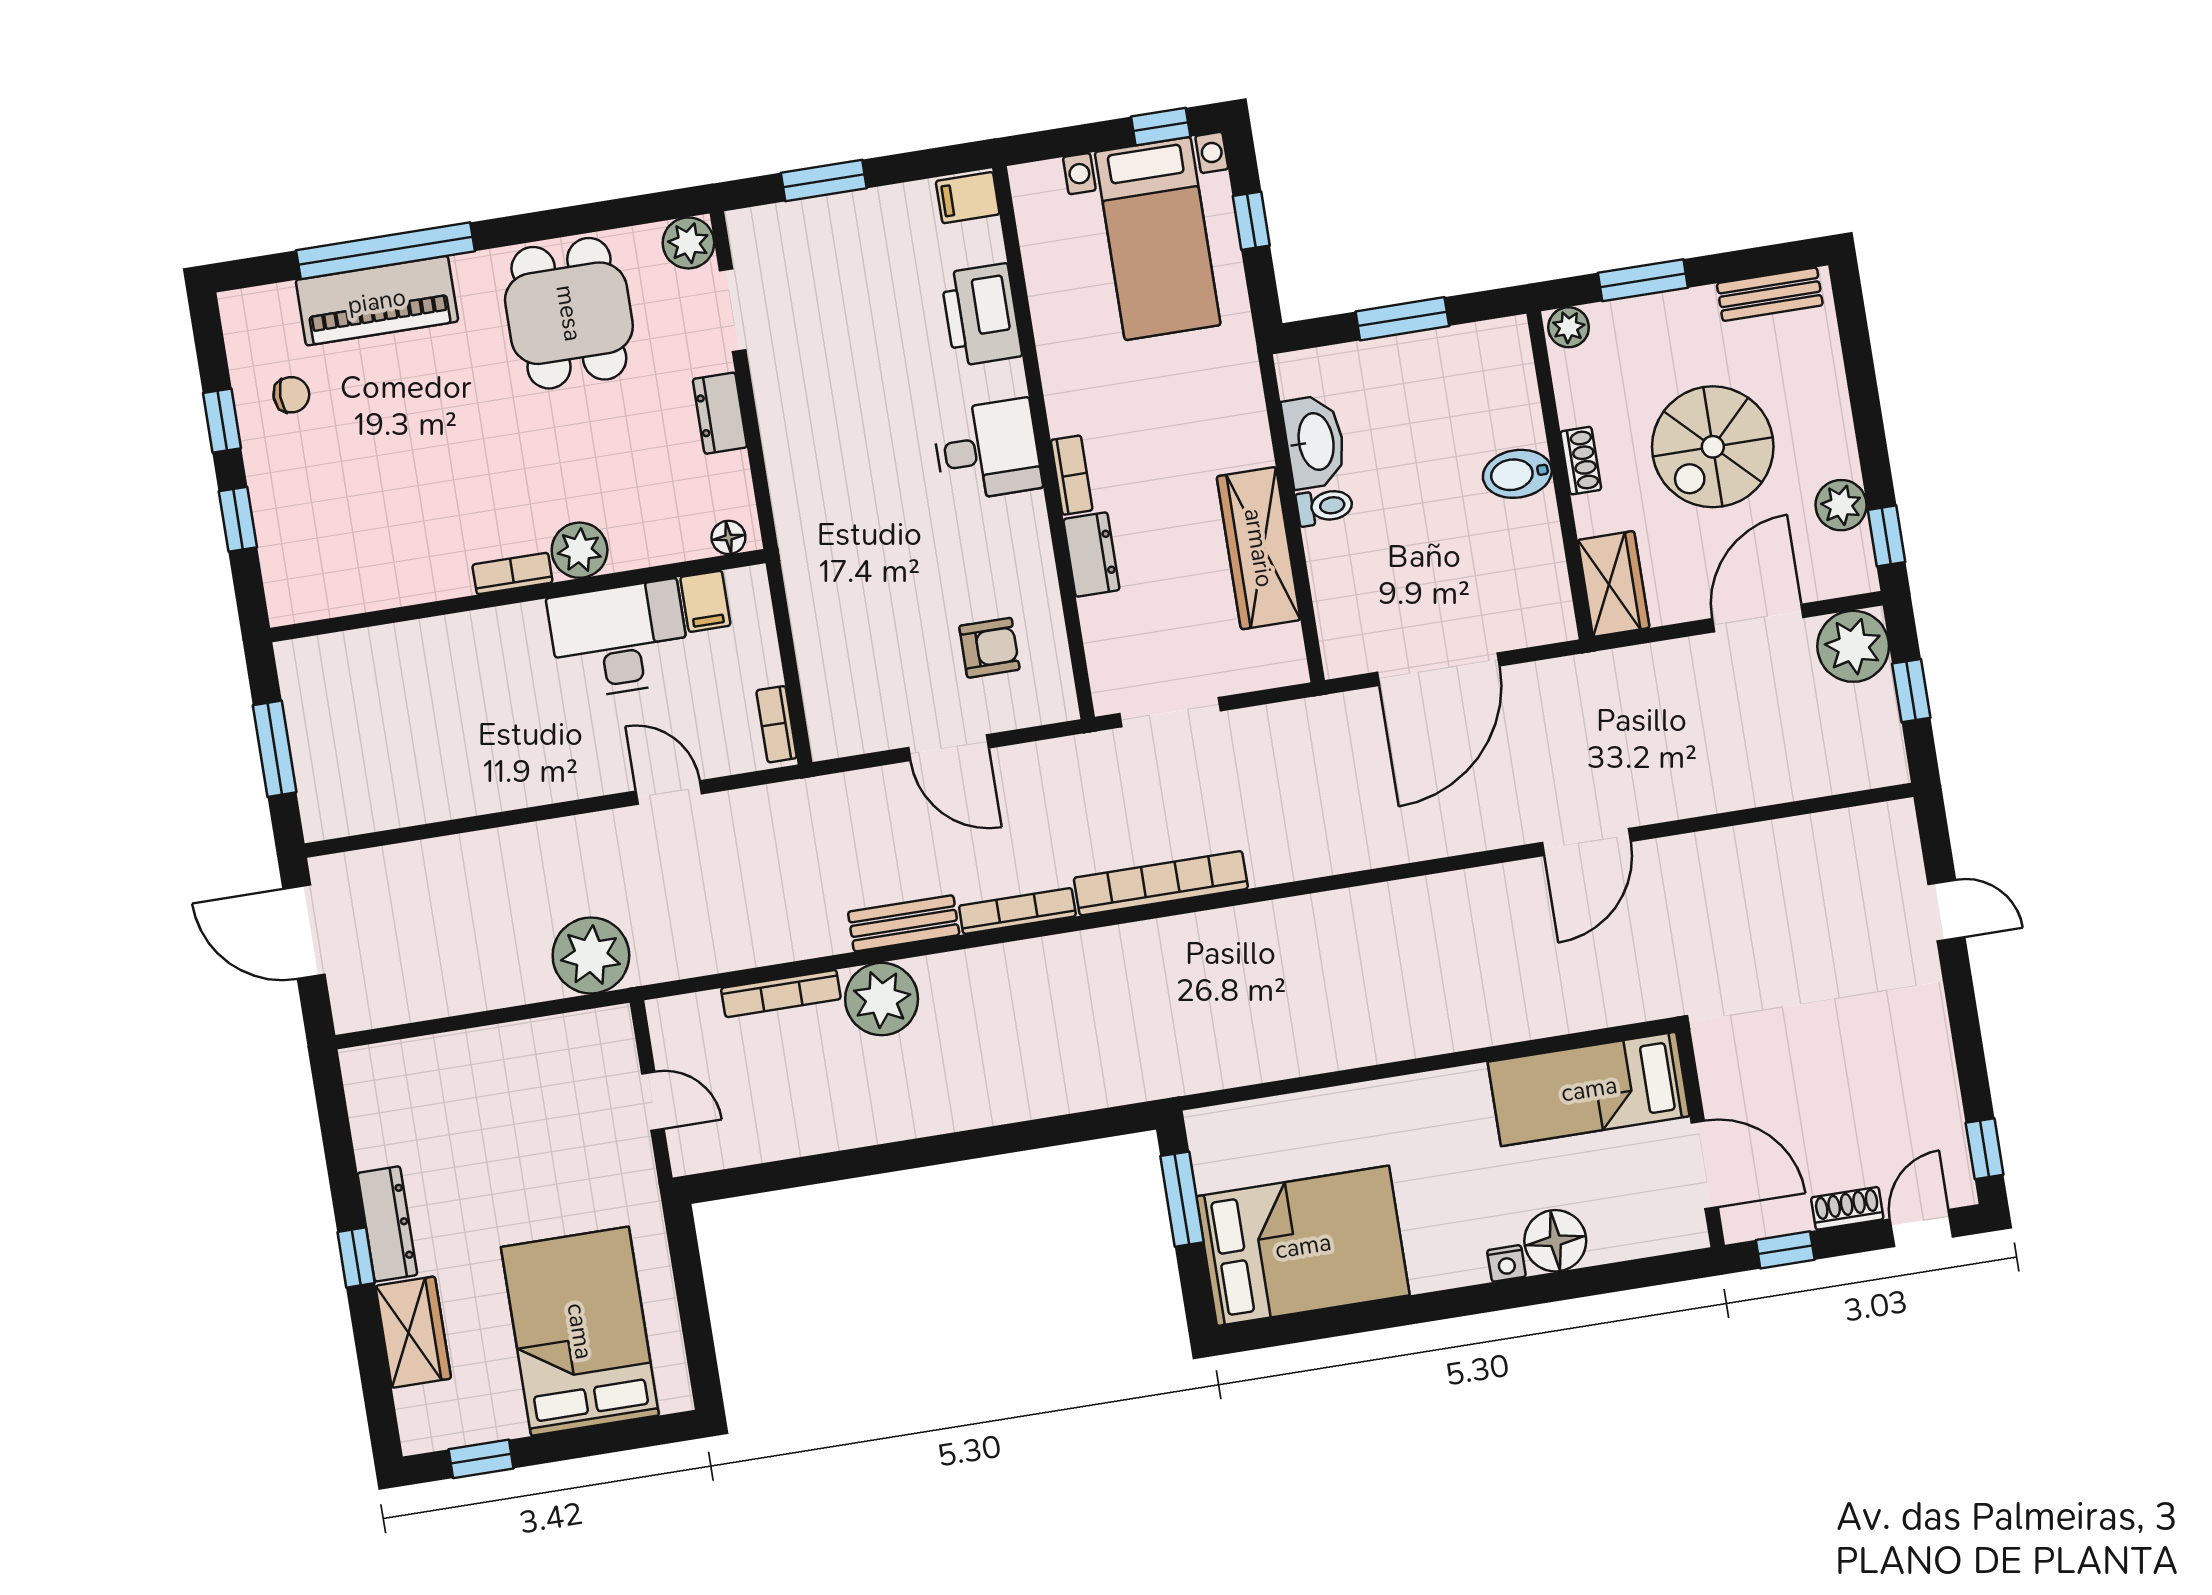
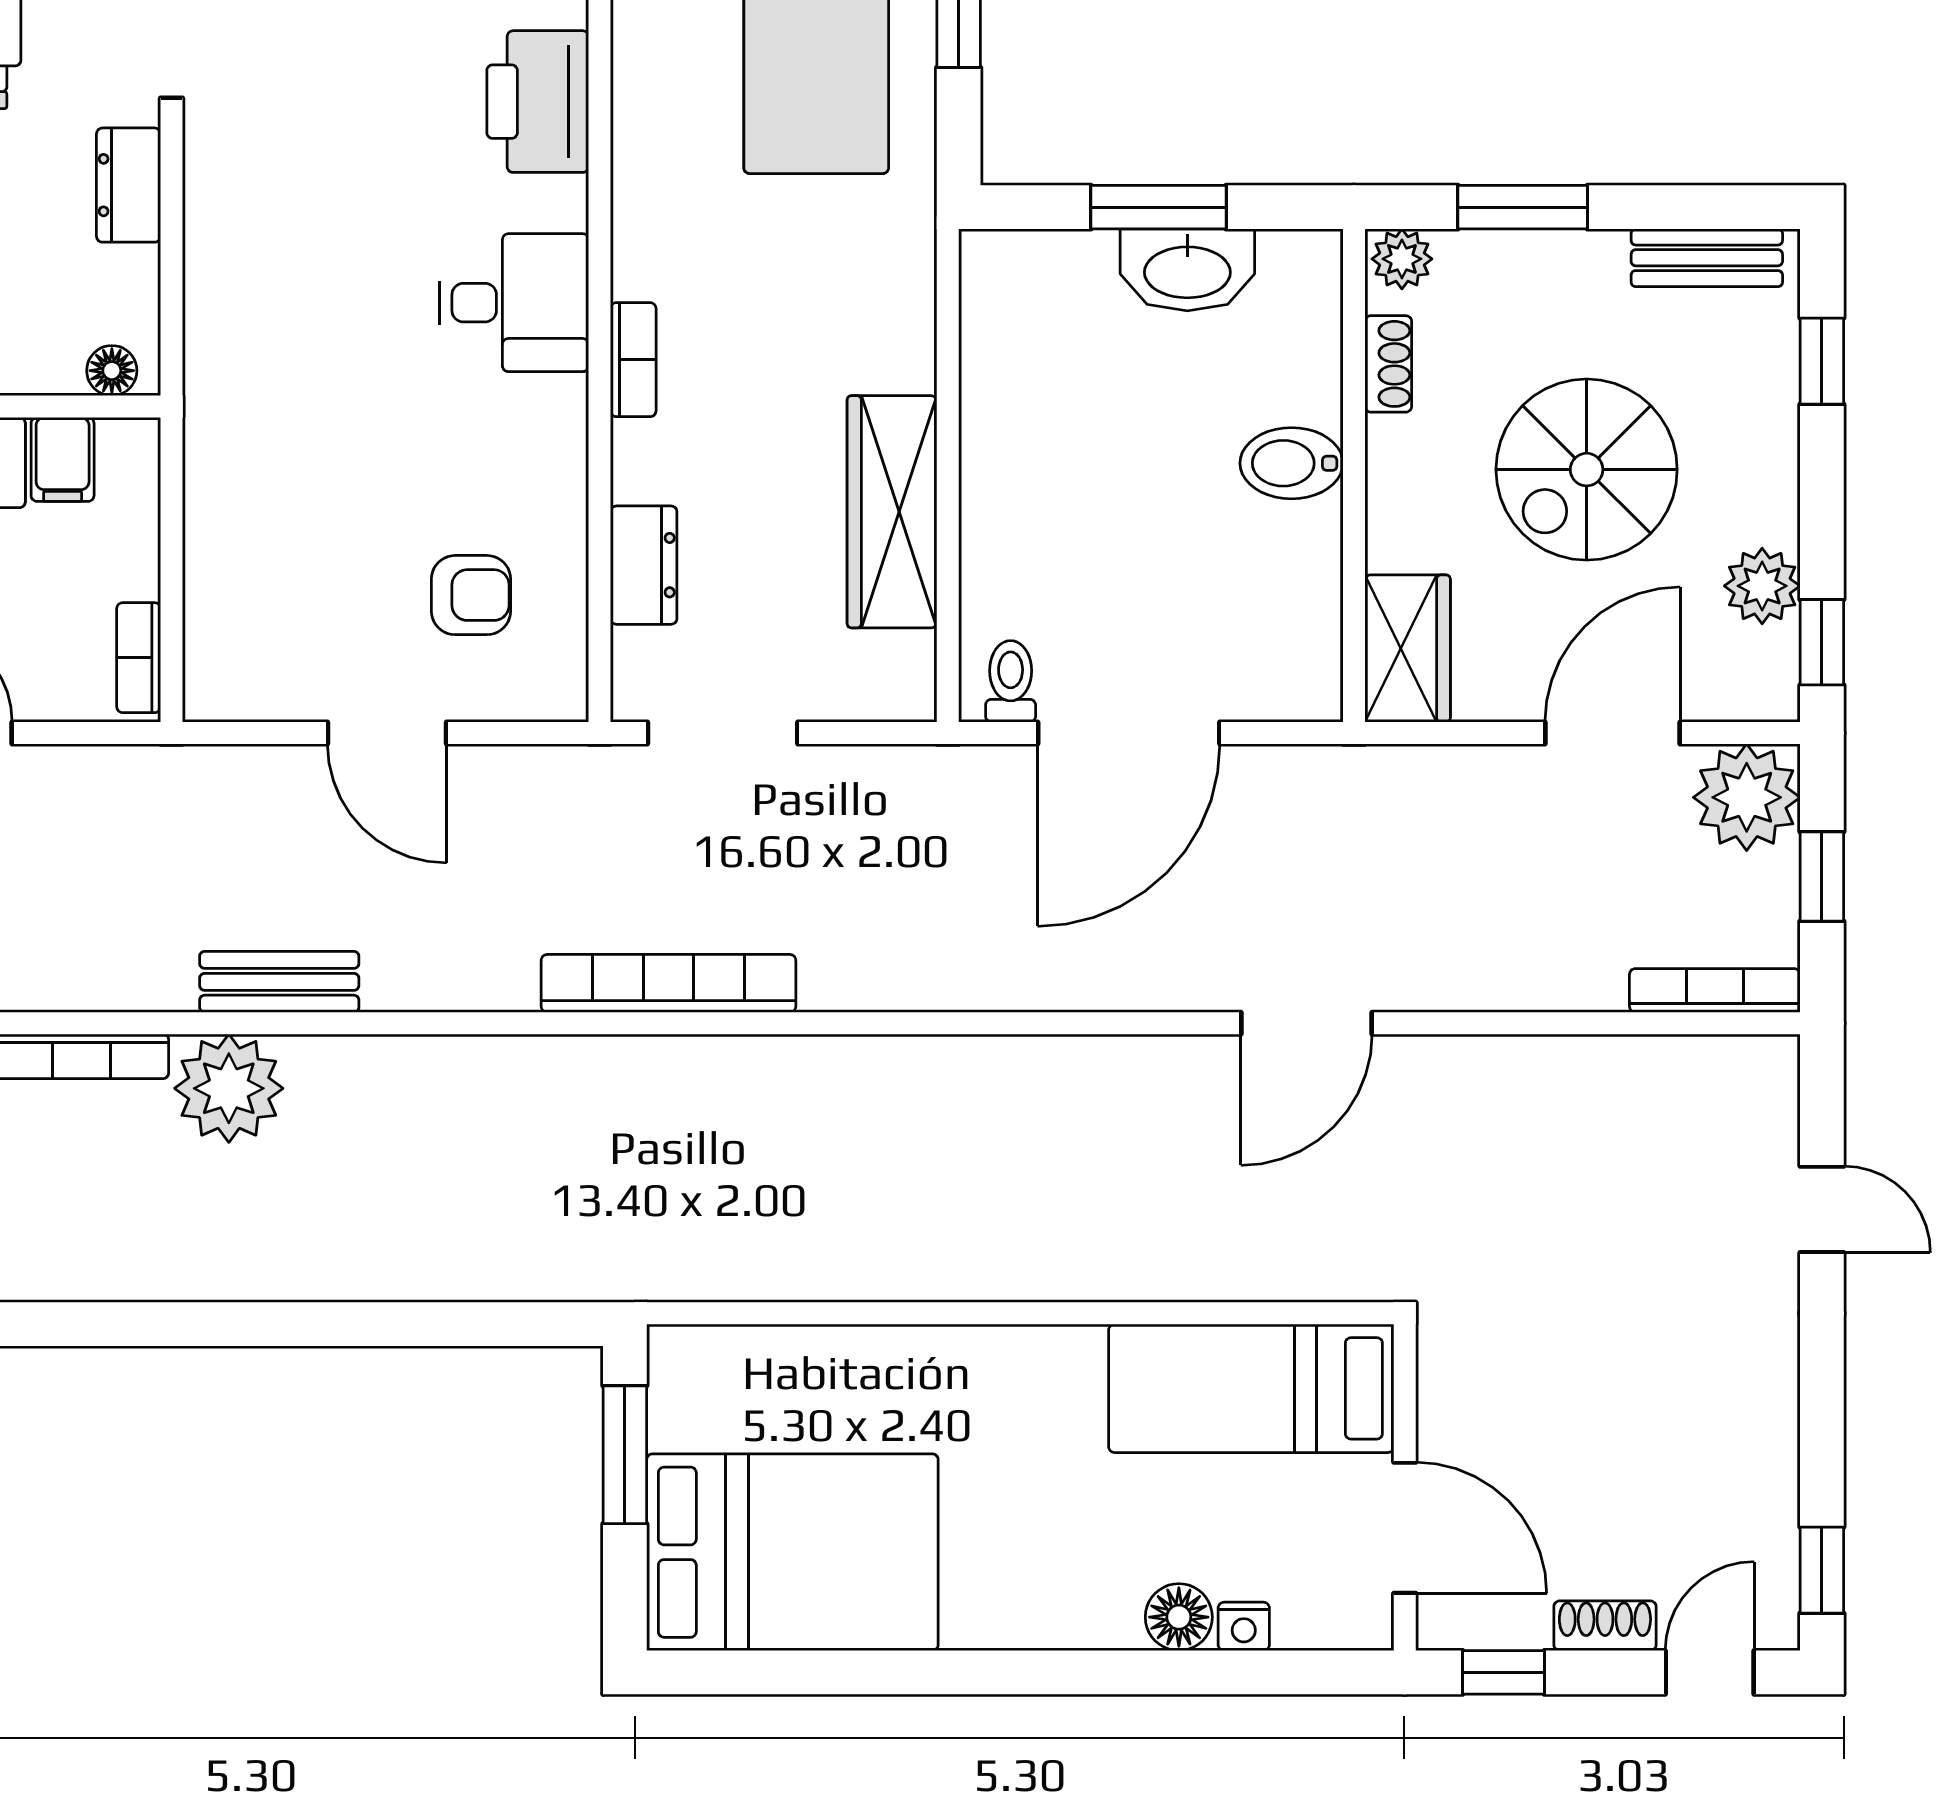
window: (1857, 350) -> (1822, 361), added
washbasin: (1314, 442) -> (1187, 270), moved, turned 90
shoe rack: (1581, 461) -> (1388, 364), moved
toilet: (1325, 506) -> (1011, 681), moved, turned -90
dresser: (1091, 555) -> (644, 565), moved
bookcase: (1017, 911) -> (1715, 990), moved
floor lamp: (1555, 1241) -> (1179, 1617), width x0.73, depth x0.73
nightstand: (1506, 1263) -> (1244, 1626), moved

